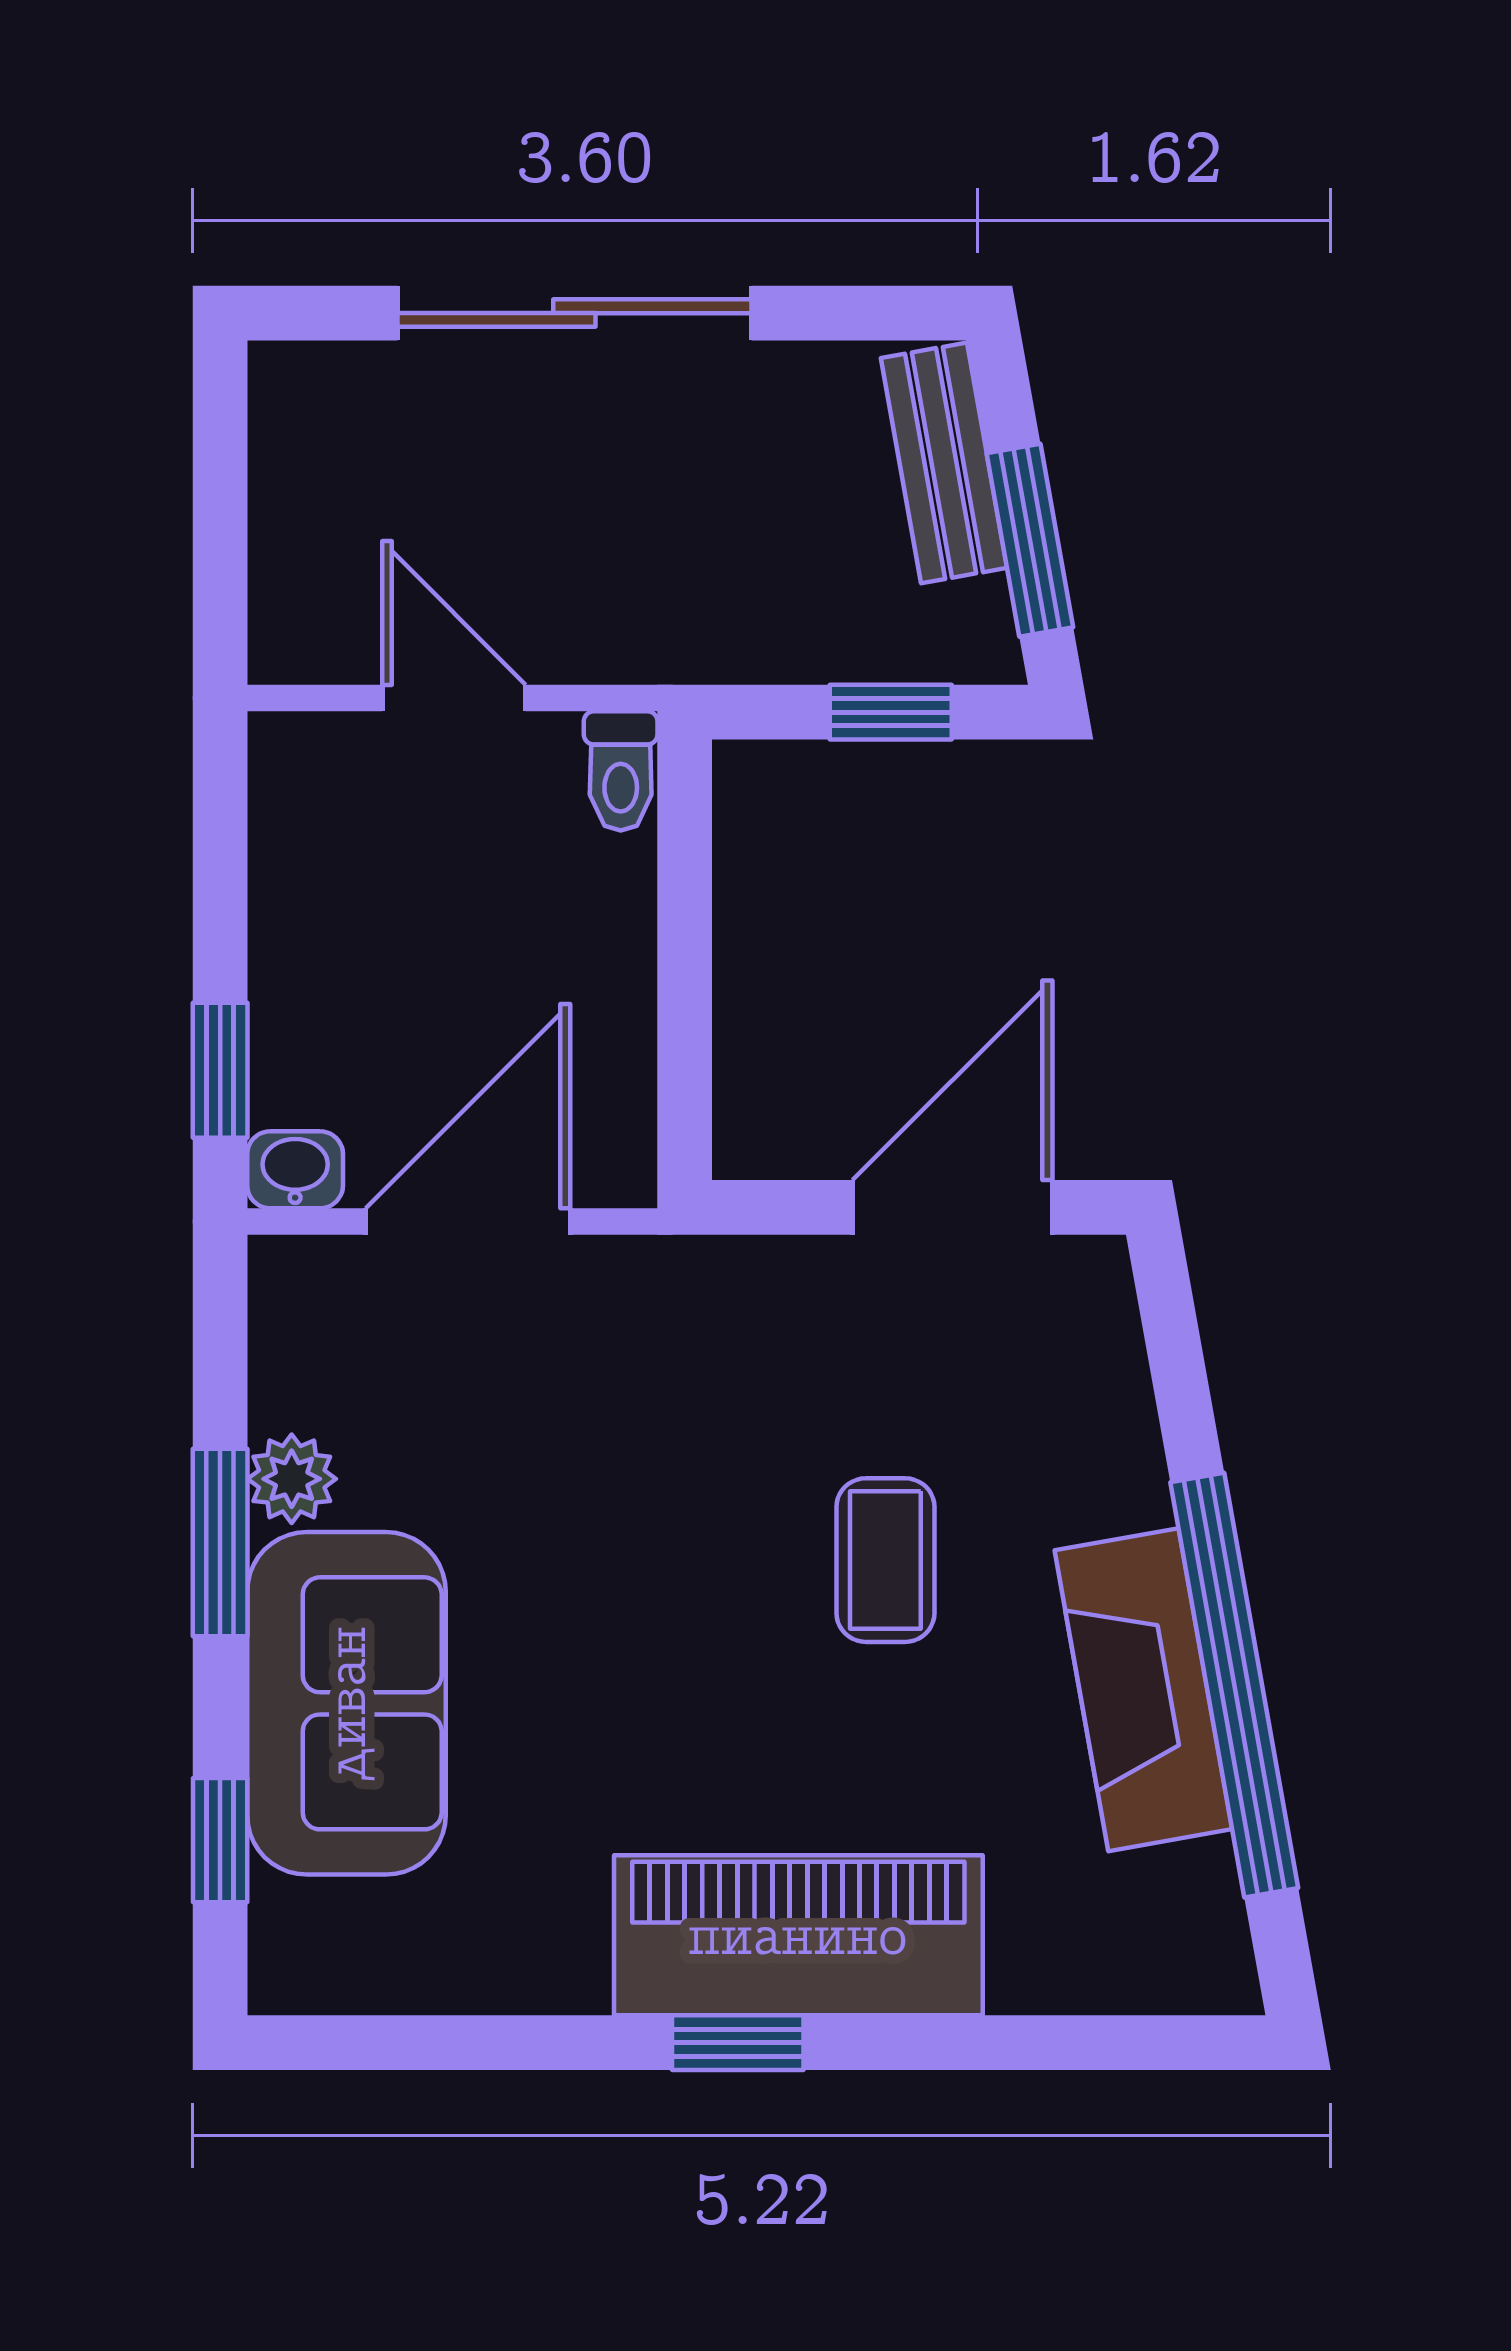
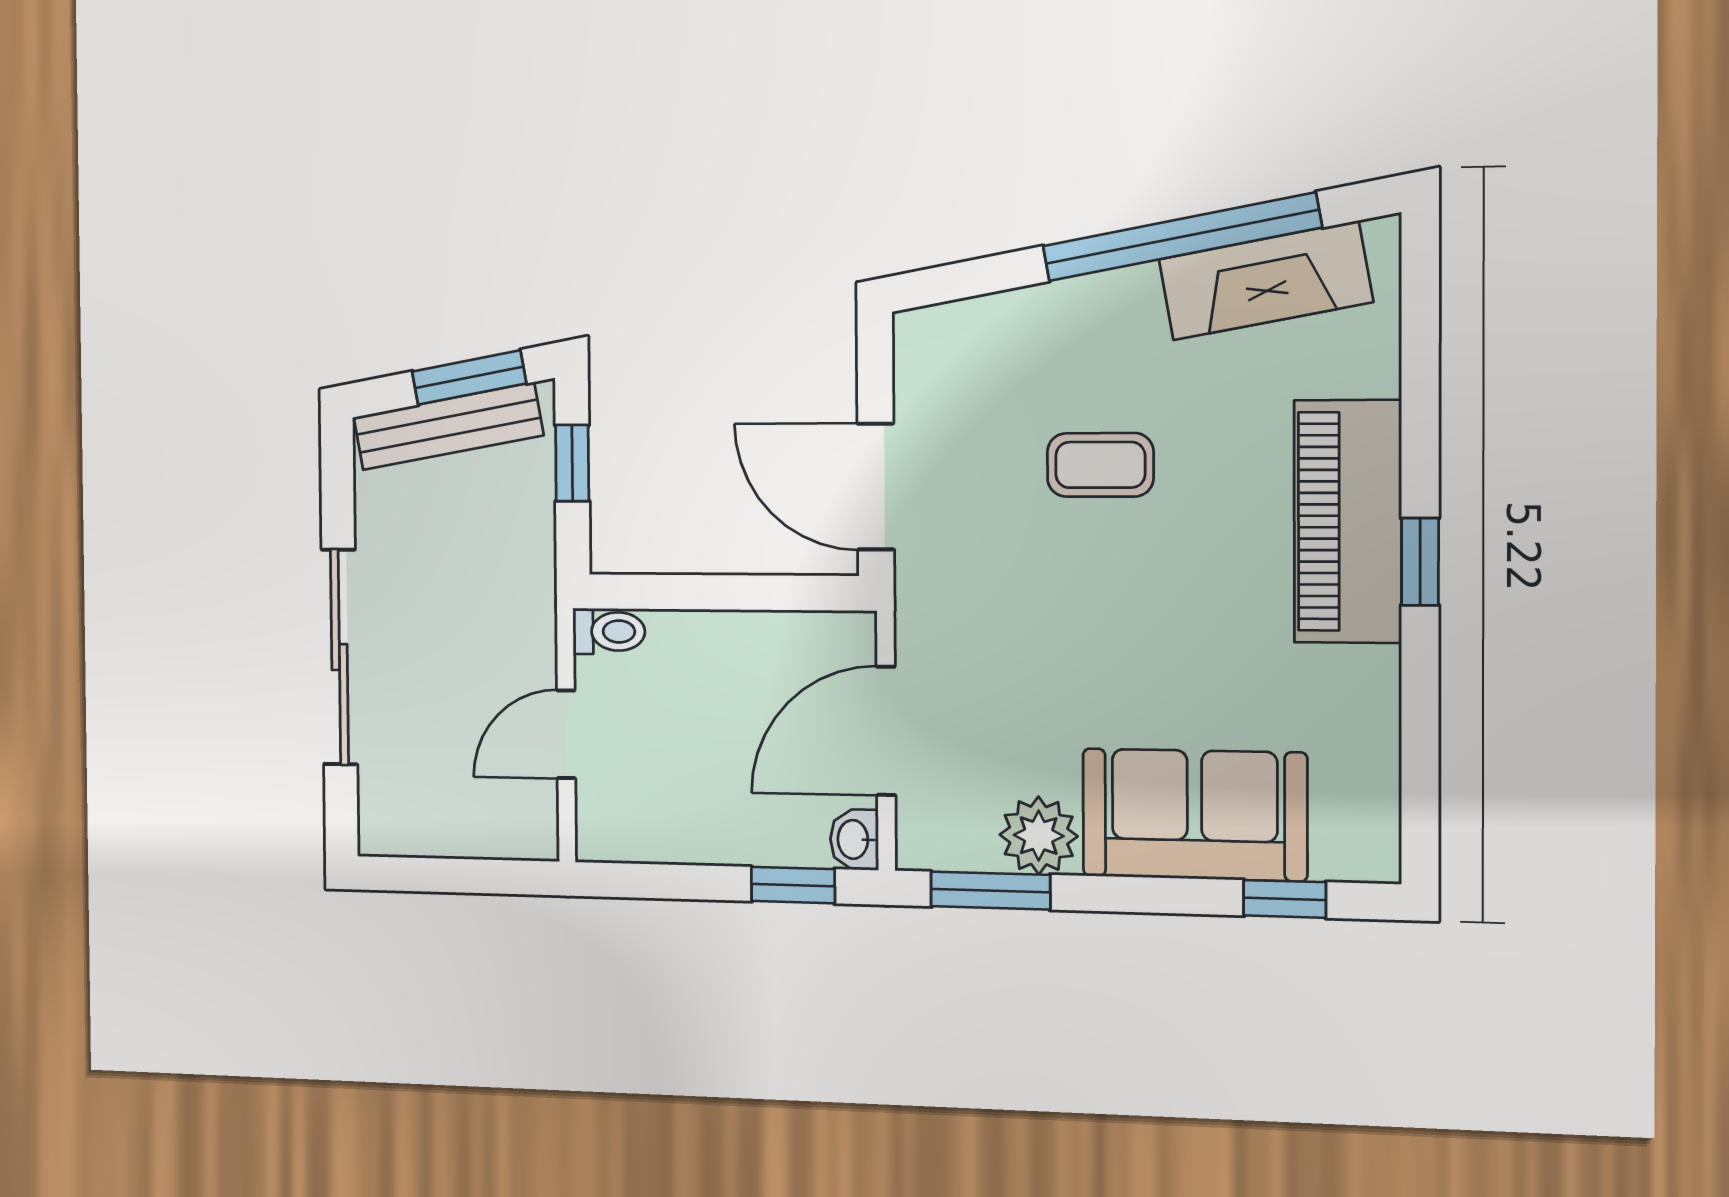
bench: (944, 463) -> (448, 426), width x1.36
door: (952, 1207) -> (876, 487), moved
door: (468, 1222) -> (886, 731), hinge flipped
plant: (292, 1479) -> (1039, 836), width x1.38, depth x1.38
window: (220, 1542) -> (990, 891), moved
fireplace: (1143, 1690) -> (1265, 281), moved

